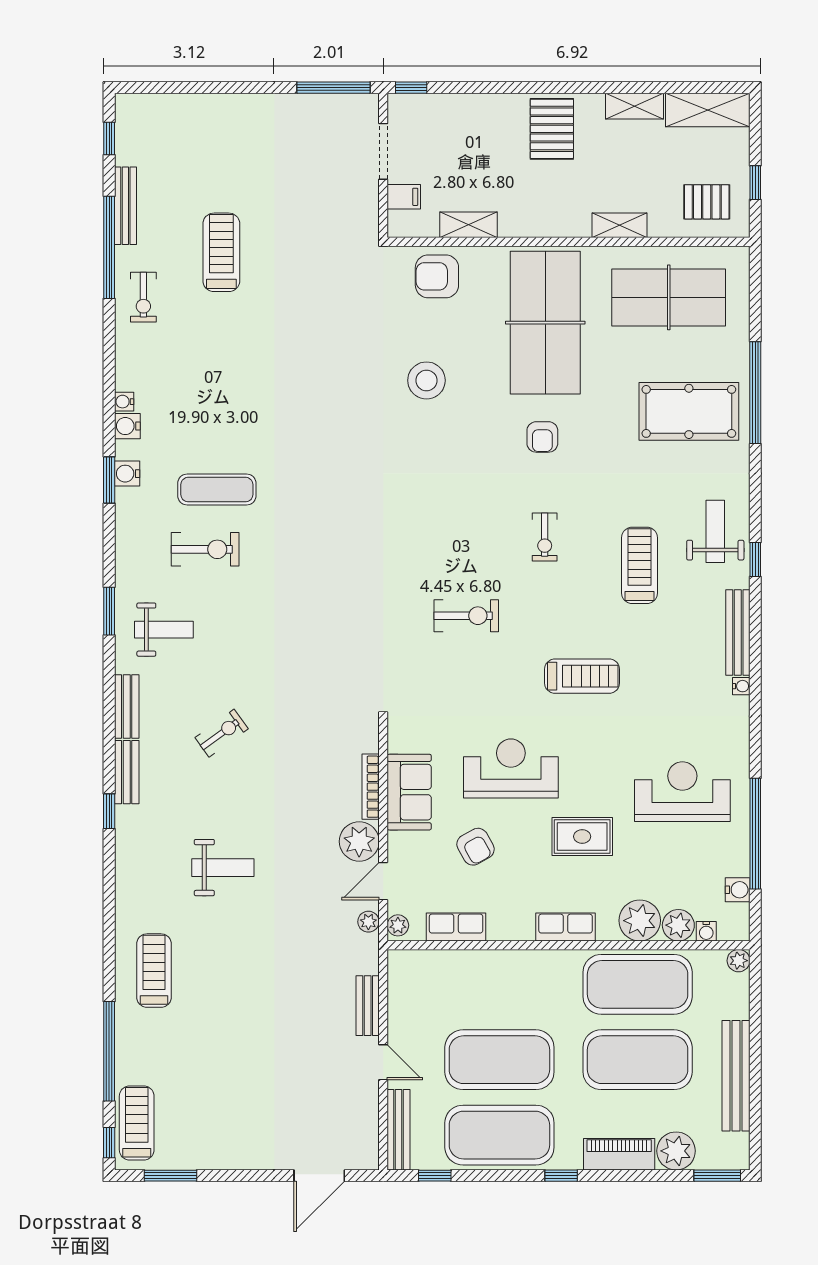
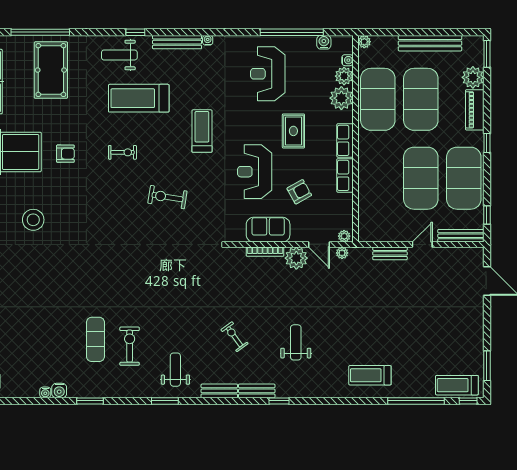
water cooler: (127, 474) -> (86, 391), removed
treadmill: (640, 565) -> (139, 98), width x1.37, depth x1.38
exercise bike: (466, 616) -> (167, 197), turned -81
weight bench: (223, 868) -> (296, 342), moved
row of seats: (456, 927) -> (345, 175), moved

